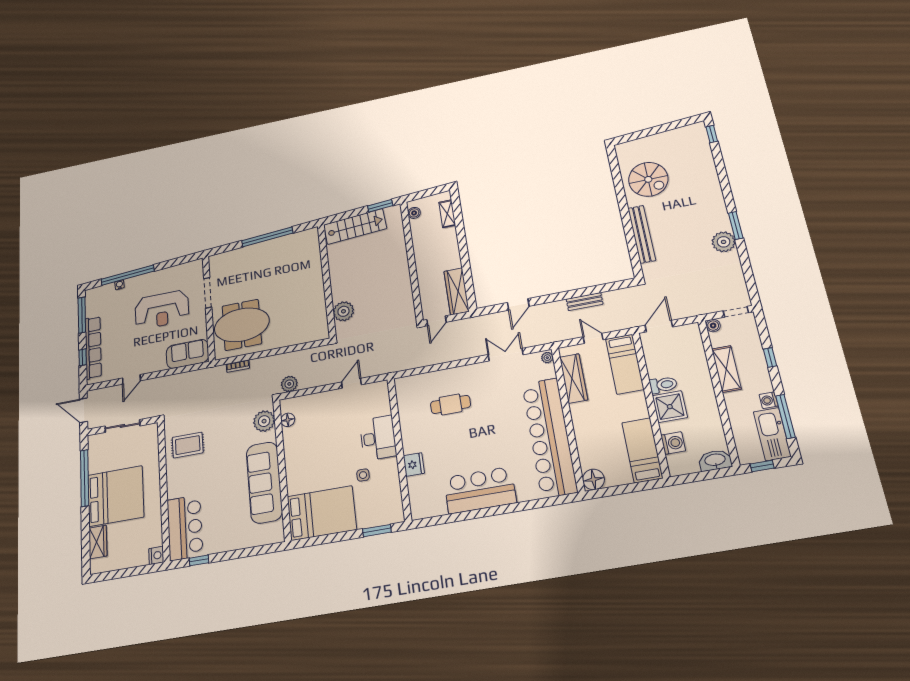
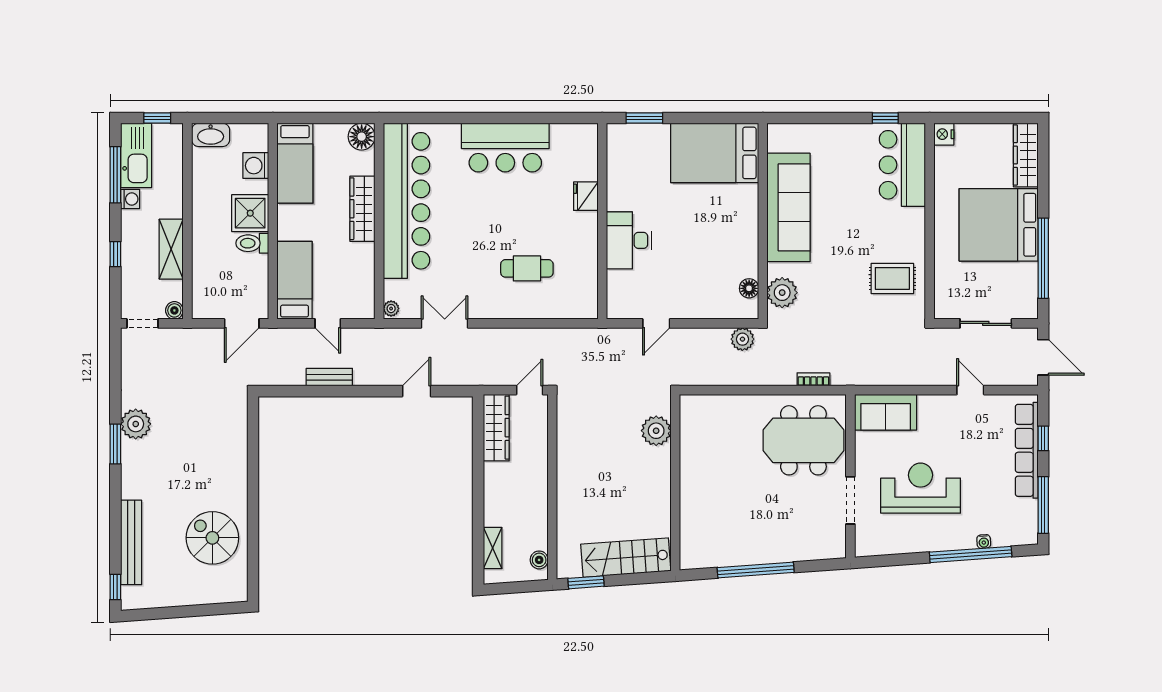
bench: (642, 234) -> (131, 542), moved
double door: (506, 355) -> (445, 323), swing flipped
wardrobe: (574, 378) -> (362, 209), moved
door: (131, 379) -> (970, 390), hinge flipped
side table: (363, 475) -> (654, 194), removed
wardrobe: (98, 542) -> (1026, 155), width x1.50

